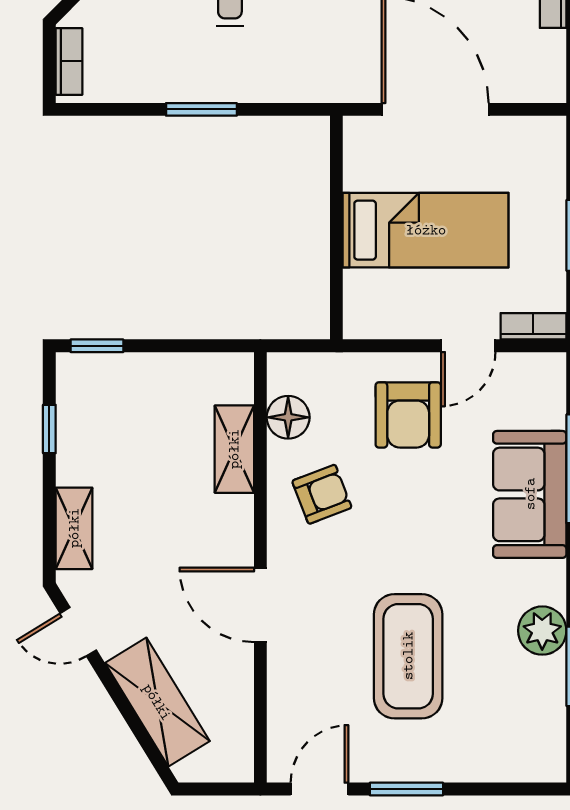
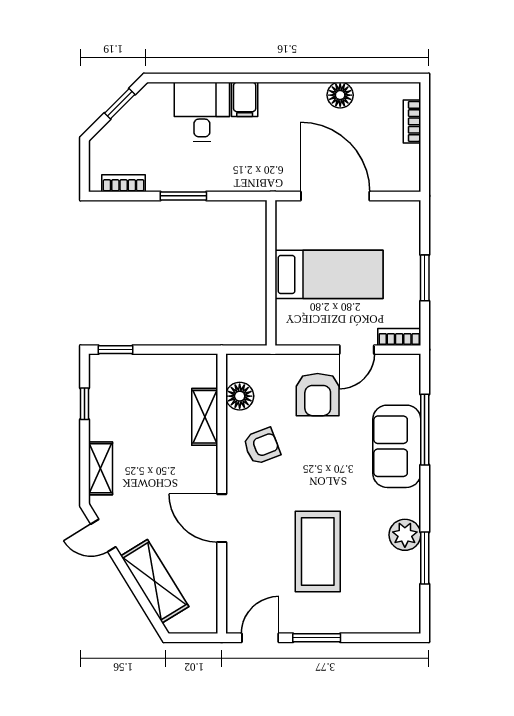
bookcase: (69, 61) -> (124, 183), moved, turned -90

